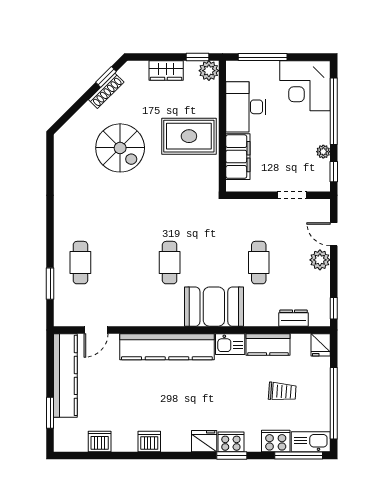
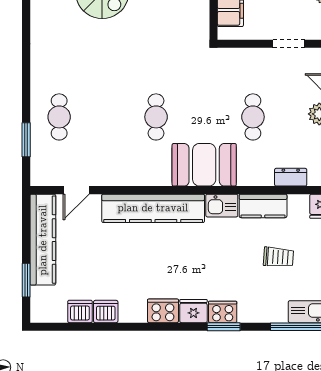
cooker: (276, 441) -> (163, 311), moved
dishwasher: (149, 442) -> (106, 312), moved

